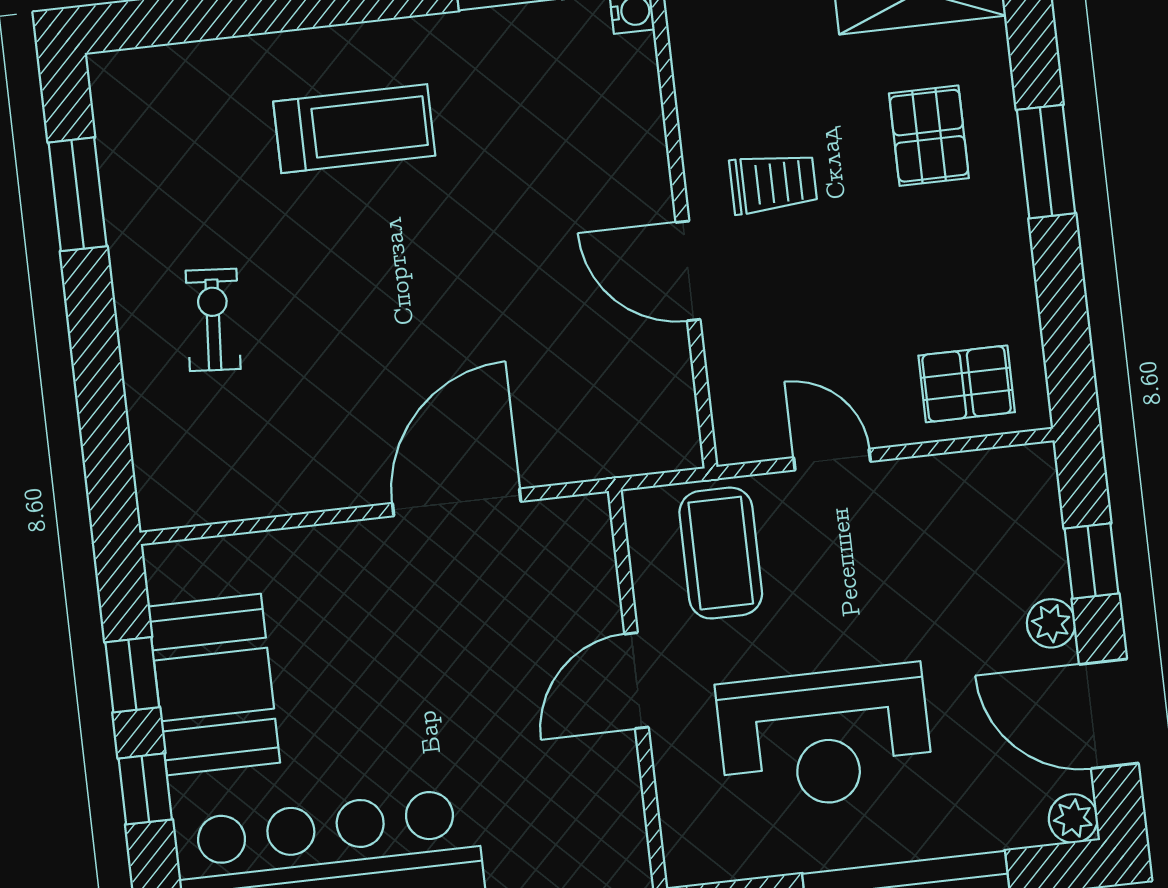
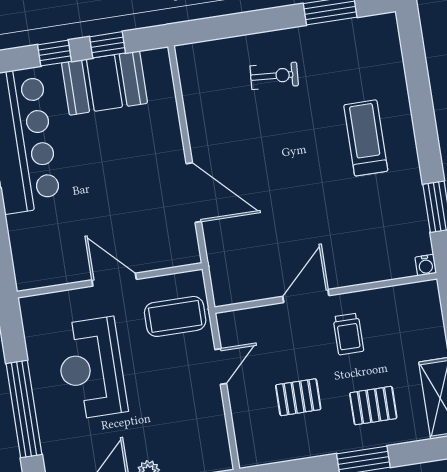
treadmill: (354, 129) -> (366, 138), turned 180
pallet: (967, 384) -> (298, 397), moved, turned 90

